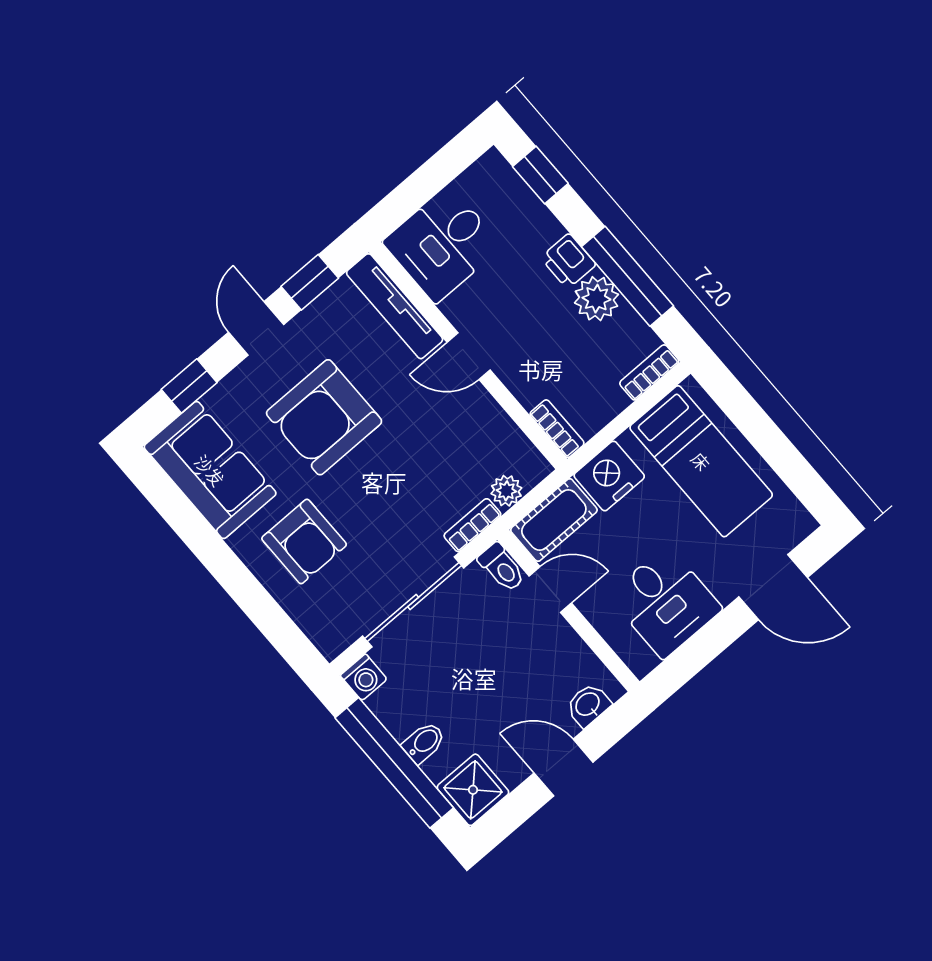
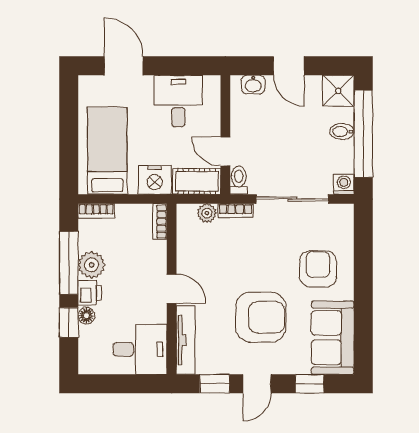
window: (540, 175) -> (69, 323), moved
floor lamp: (547, 229) -> (86, 316), added

